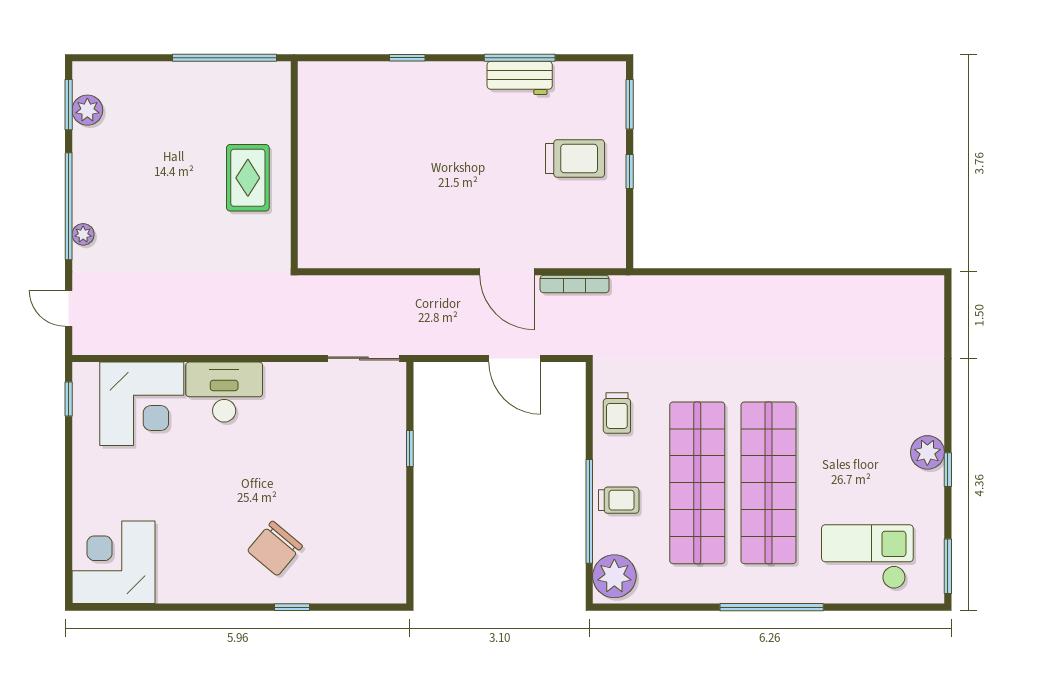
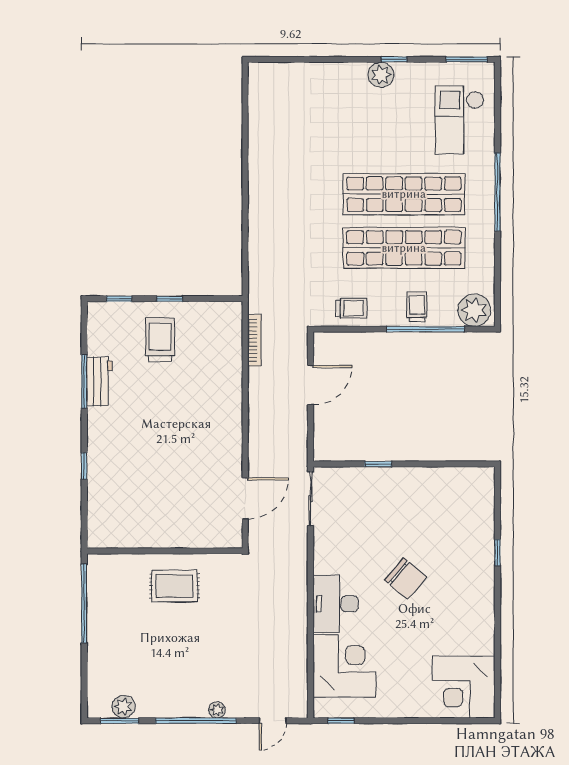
window: (630, 104) -> (119, 299), width x0.67
door: (507, 272) -> (245, 498), moved
chair: (275, 548) -> (406, 578), moved

